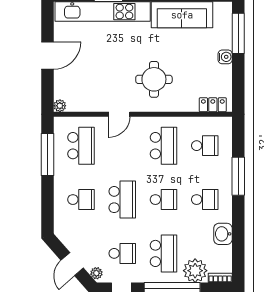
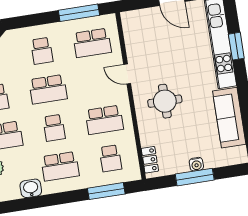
window: (238, 33) -> (195, 177), moved
plant: (60, 106) -> (126, 17), removed
window: (238, 176) -> (106, 191), moved
school desk: (205, 200) -> (60, 166), width x1.85

